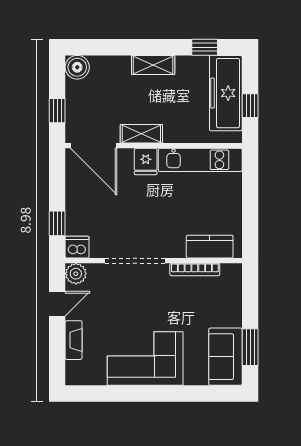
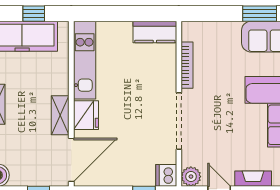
fridge: (146, 161) -> (86, 115), width x1.38
kitchen counter: (210, 247) -> (155, 32), moved, turned -90

